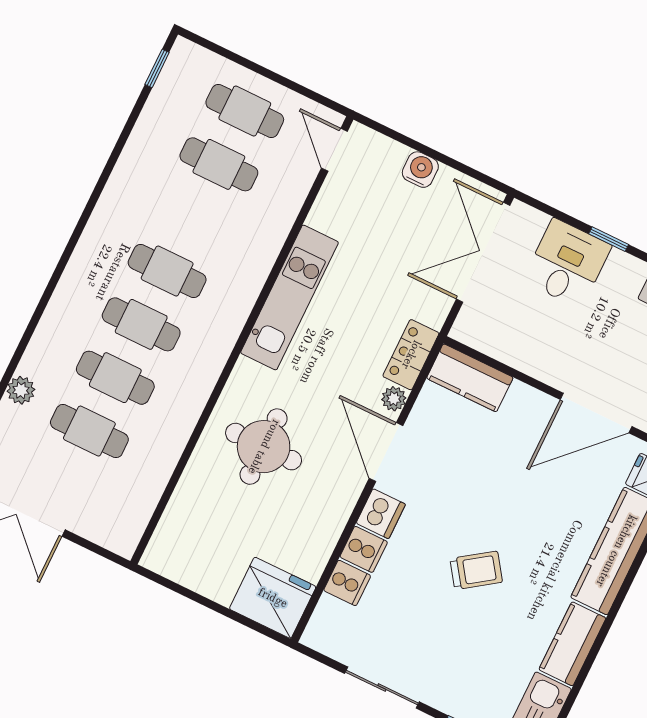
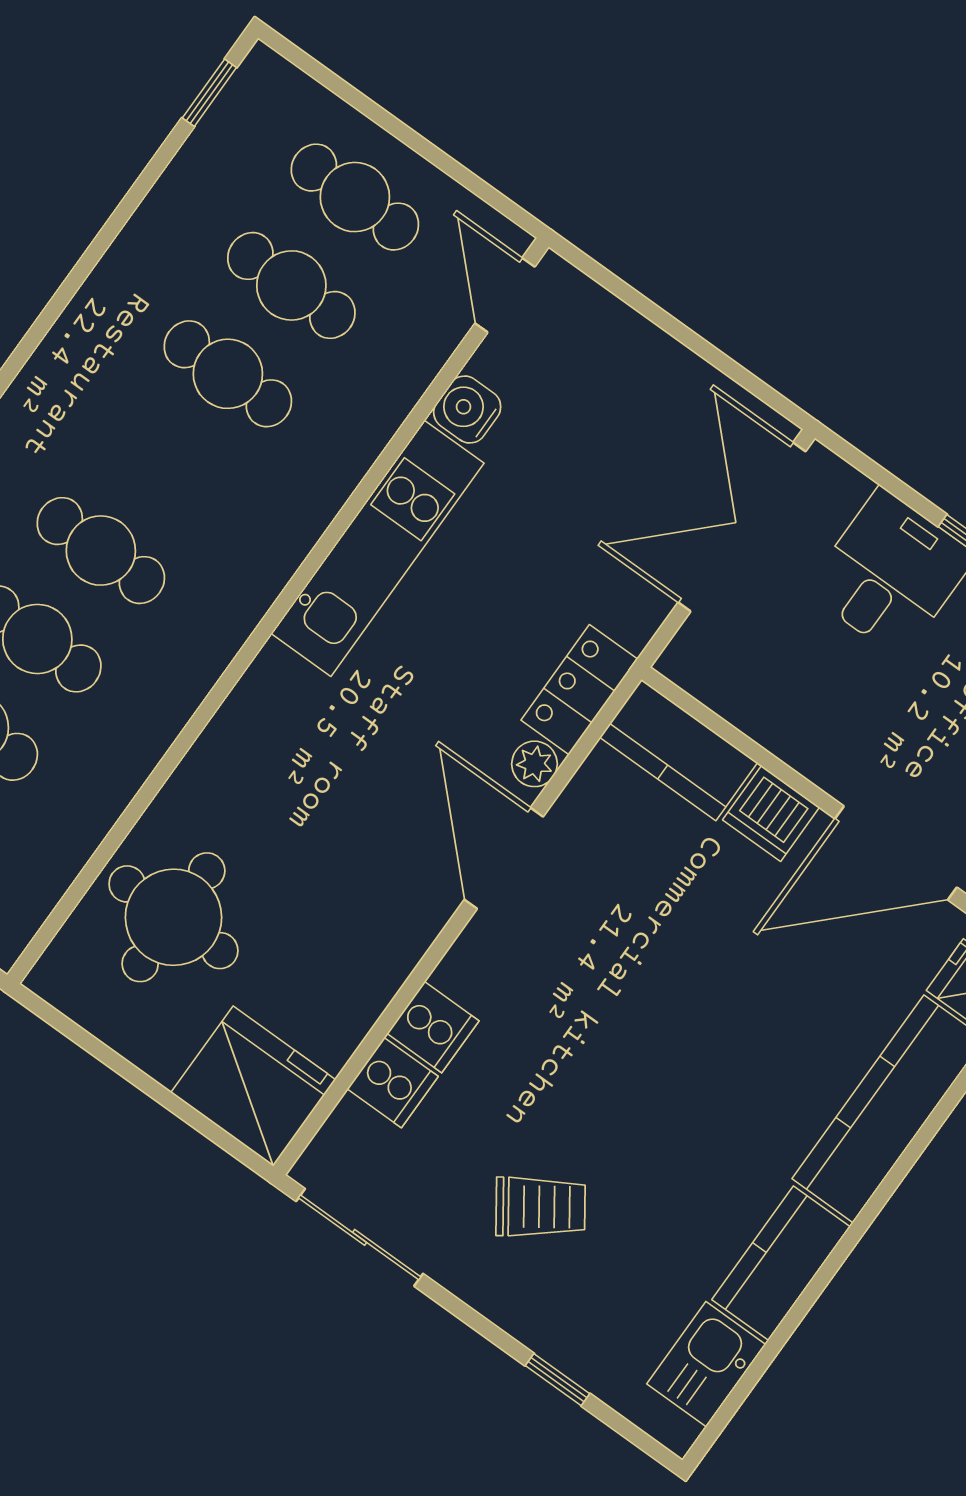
water cooler: (420, 170) -> (467, 409), moved, turned -90
cafe table: (167, 271) -> (228, 374), moved
round table: (264, 447) -> (173, 917), moved
dishwasher: (381, 514) -> (771, 814), moved, turned 90
trolley: (476, 570) -> (540, 1207), moved
sliding door: (382, 688) -> (360, 1237), moved

